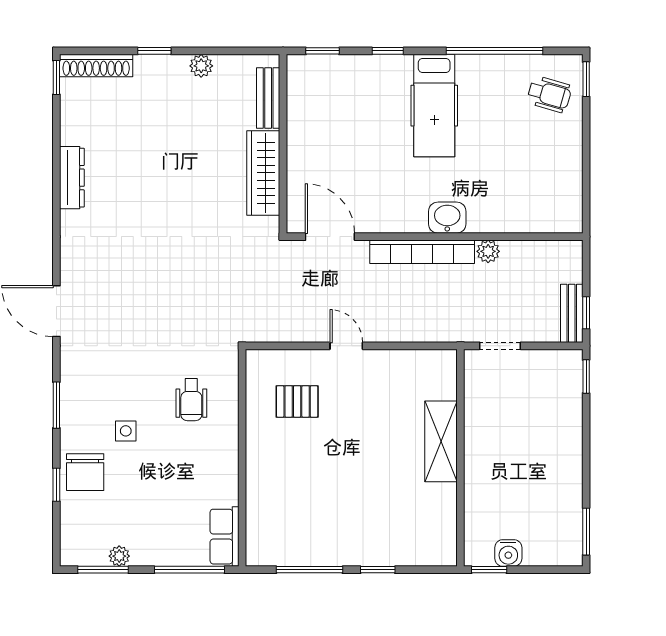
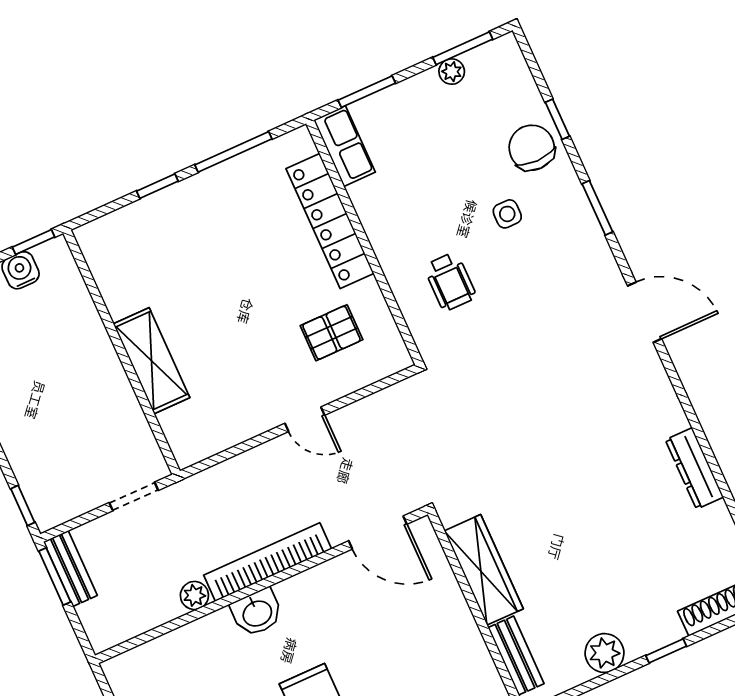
plant: (201, 66) -> (604, 653), width x1.38, depth x1.38
window: (586, 313) -> (55, 576), width x1.50
wheelchair: (191, 400) -> (450, 282), turned 180
locker: (261, 485) -> (330, 221), added
window: (189, 570) -> (367, 92), width x0.69

